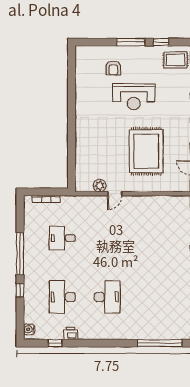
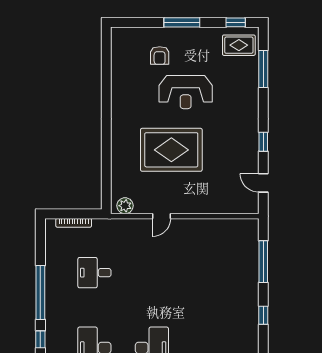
window: (161, 42) -> (236, 22), moved
rug: (146, 151) -> (171, 150), moved, turned 90
plant: (100, 186) -> (125, 206), moved

